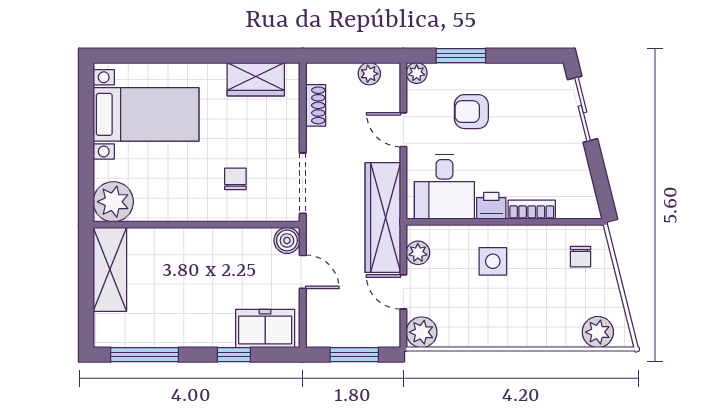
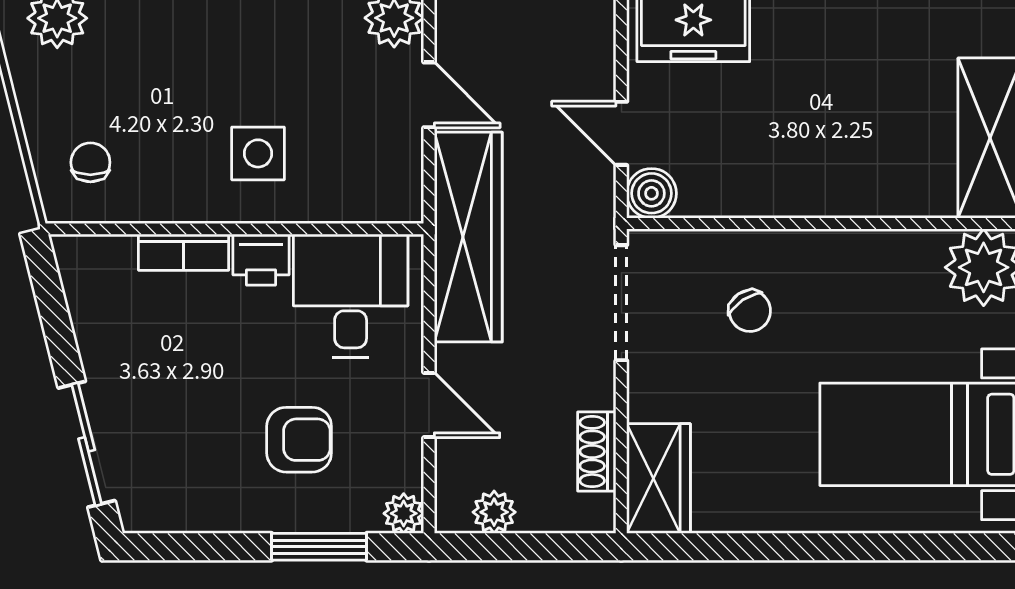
wardrobe: (256, 79) -> (658, 479), moved, turned 90
chair: (235, 179) -> (750, 311), turned -34
plant: (418, 253) -> (401, 170), removed

